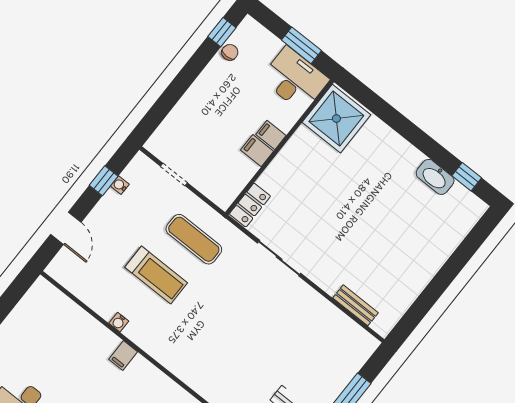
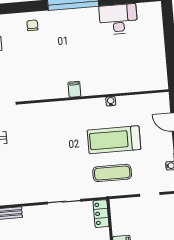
treadmill: (156, 275) -> (114, 140), width x1.37, depth x1.38
filing cabinet: (123, 355) -> (74, 89), moved

